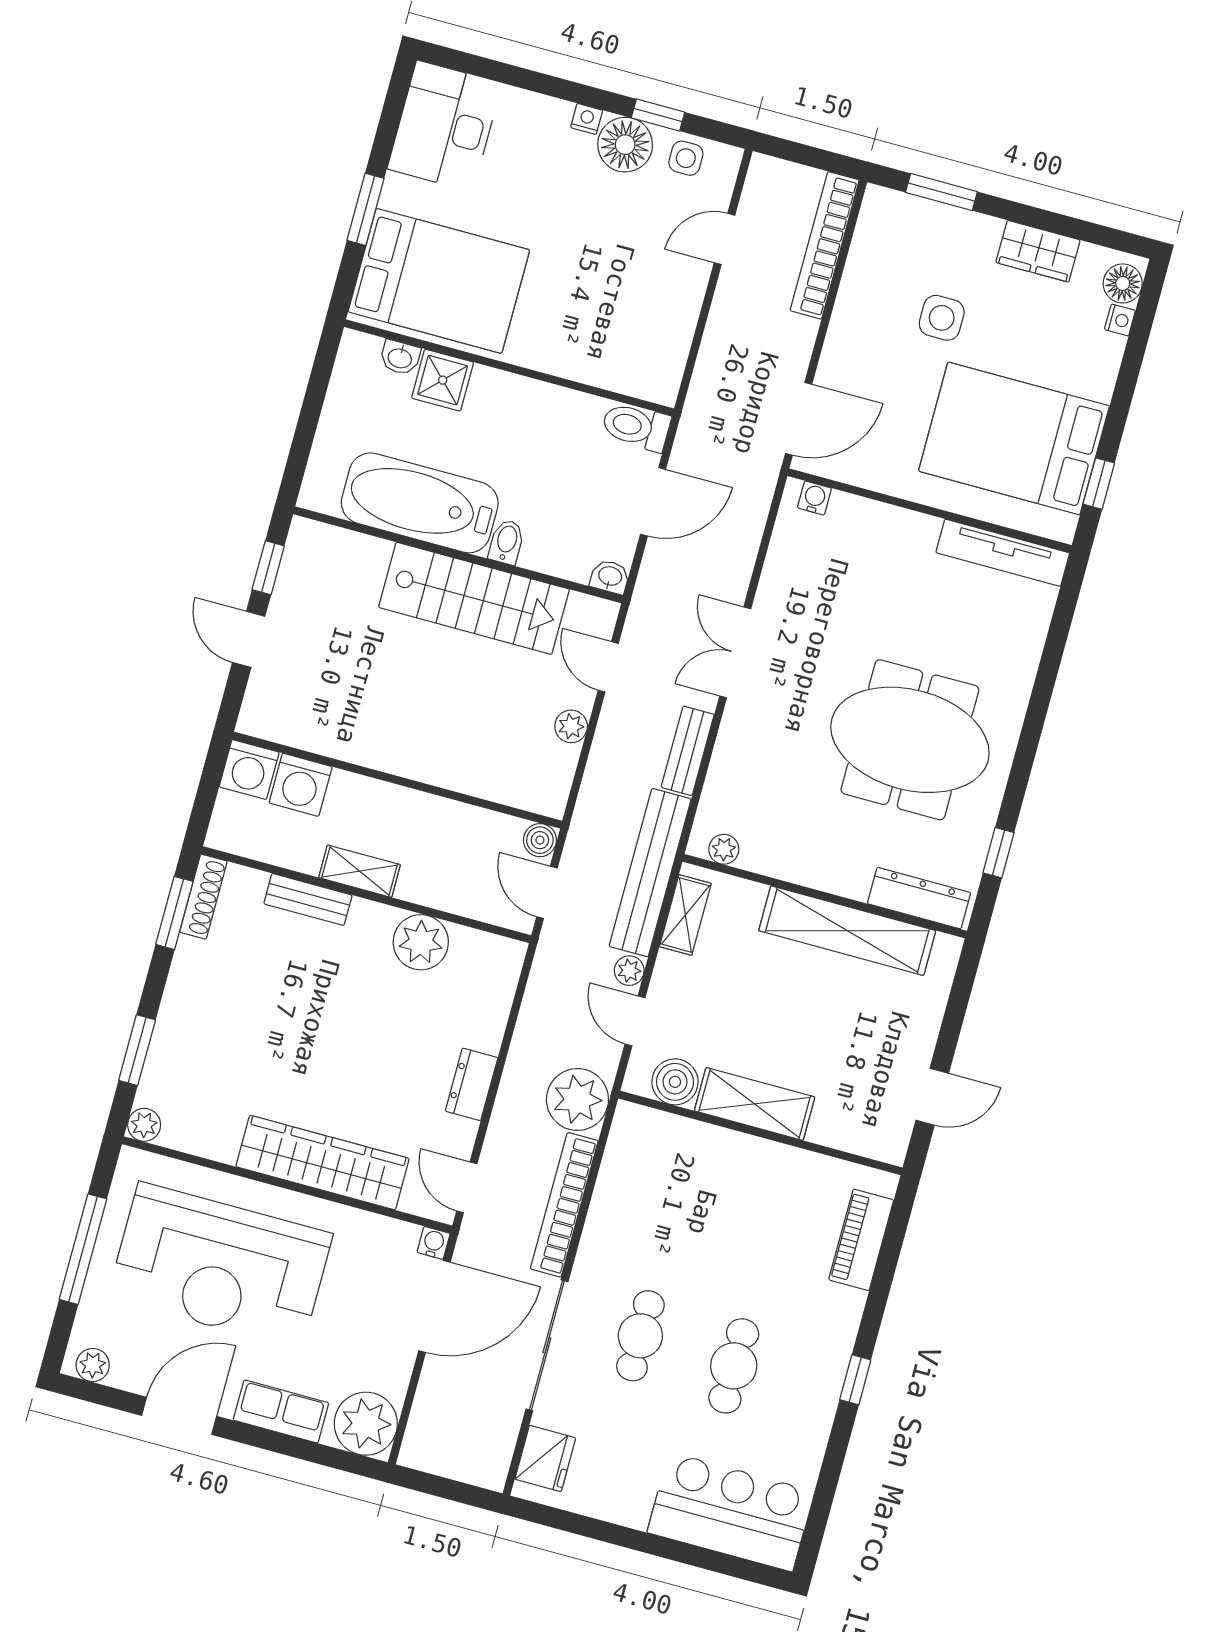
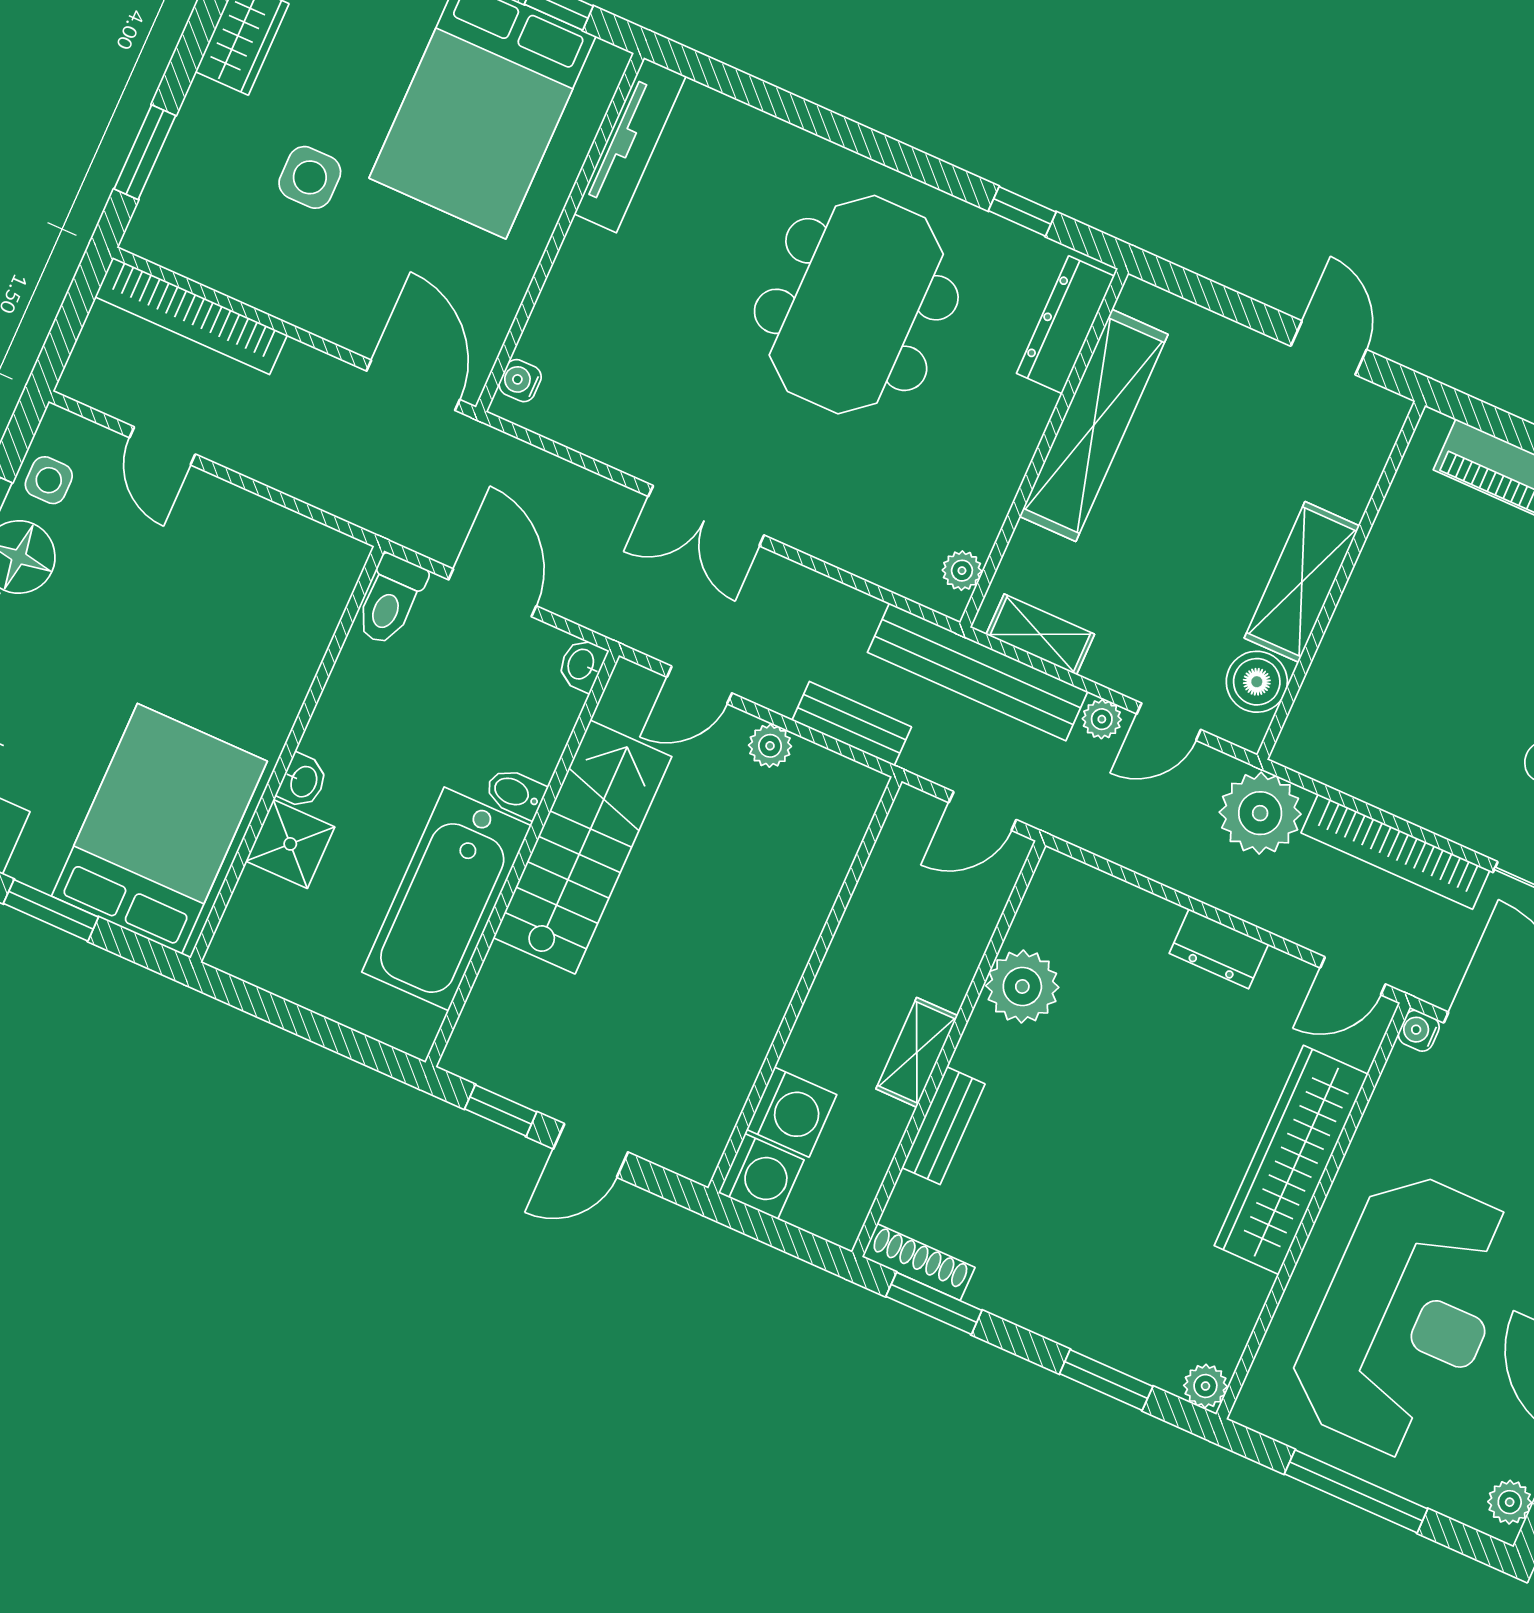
washbasin: (400, 358) -> (303, 781), moved
bench: (688, 751) -> (852, 724), moved
boiler: (540, 840) -> (913, 810), removed

